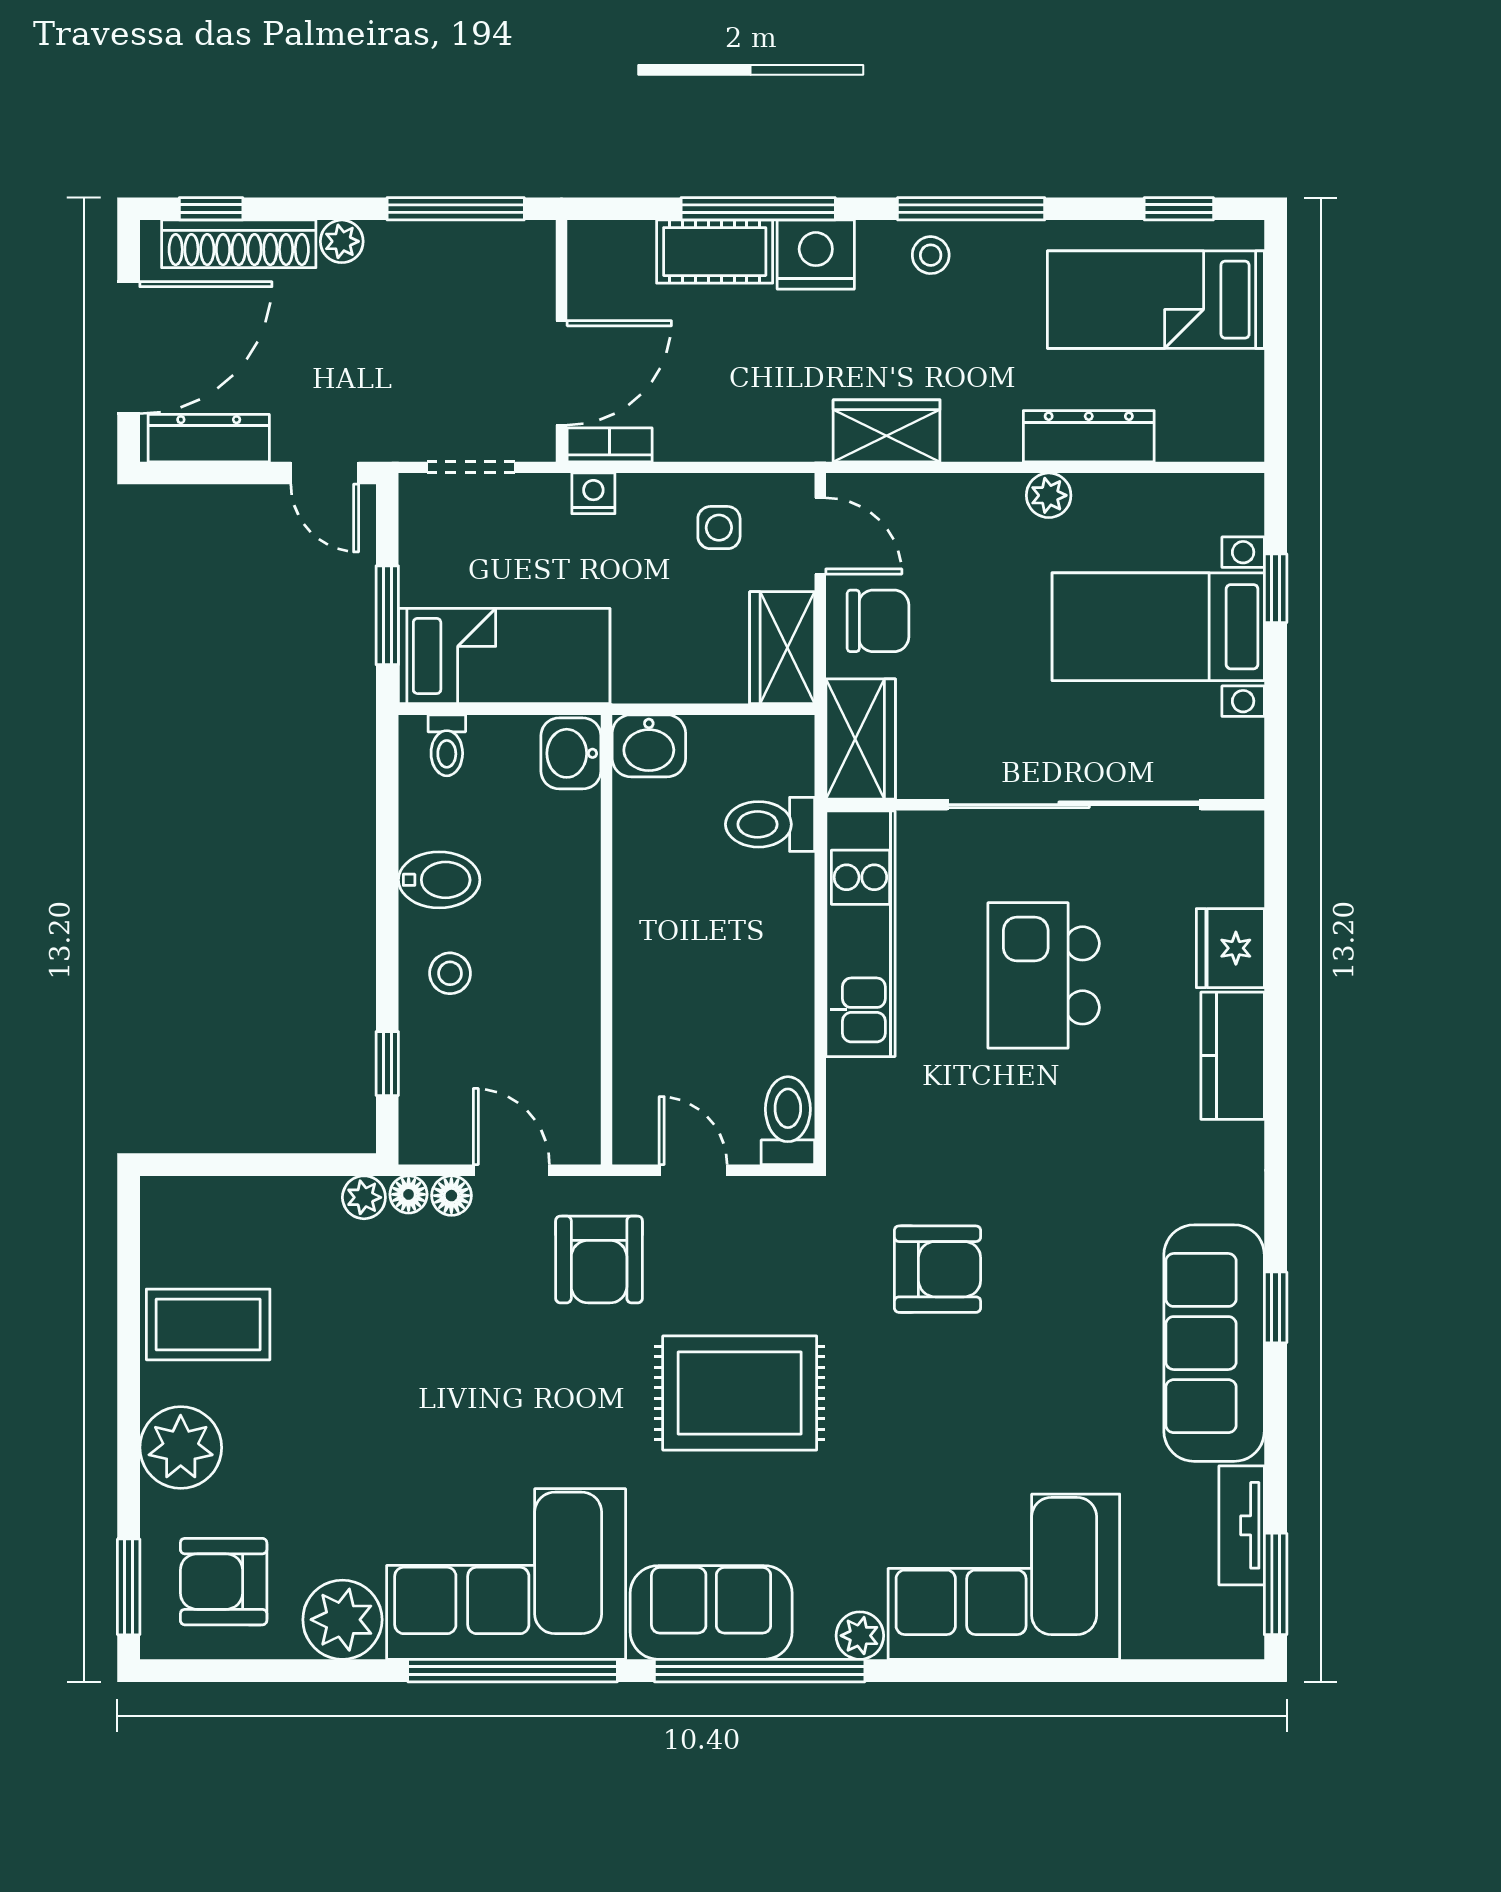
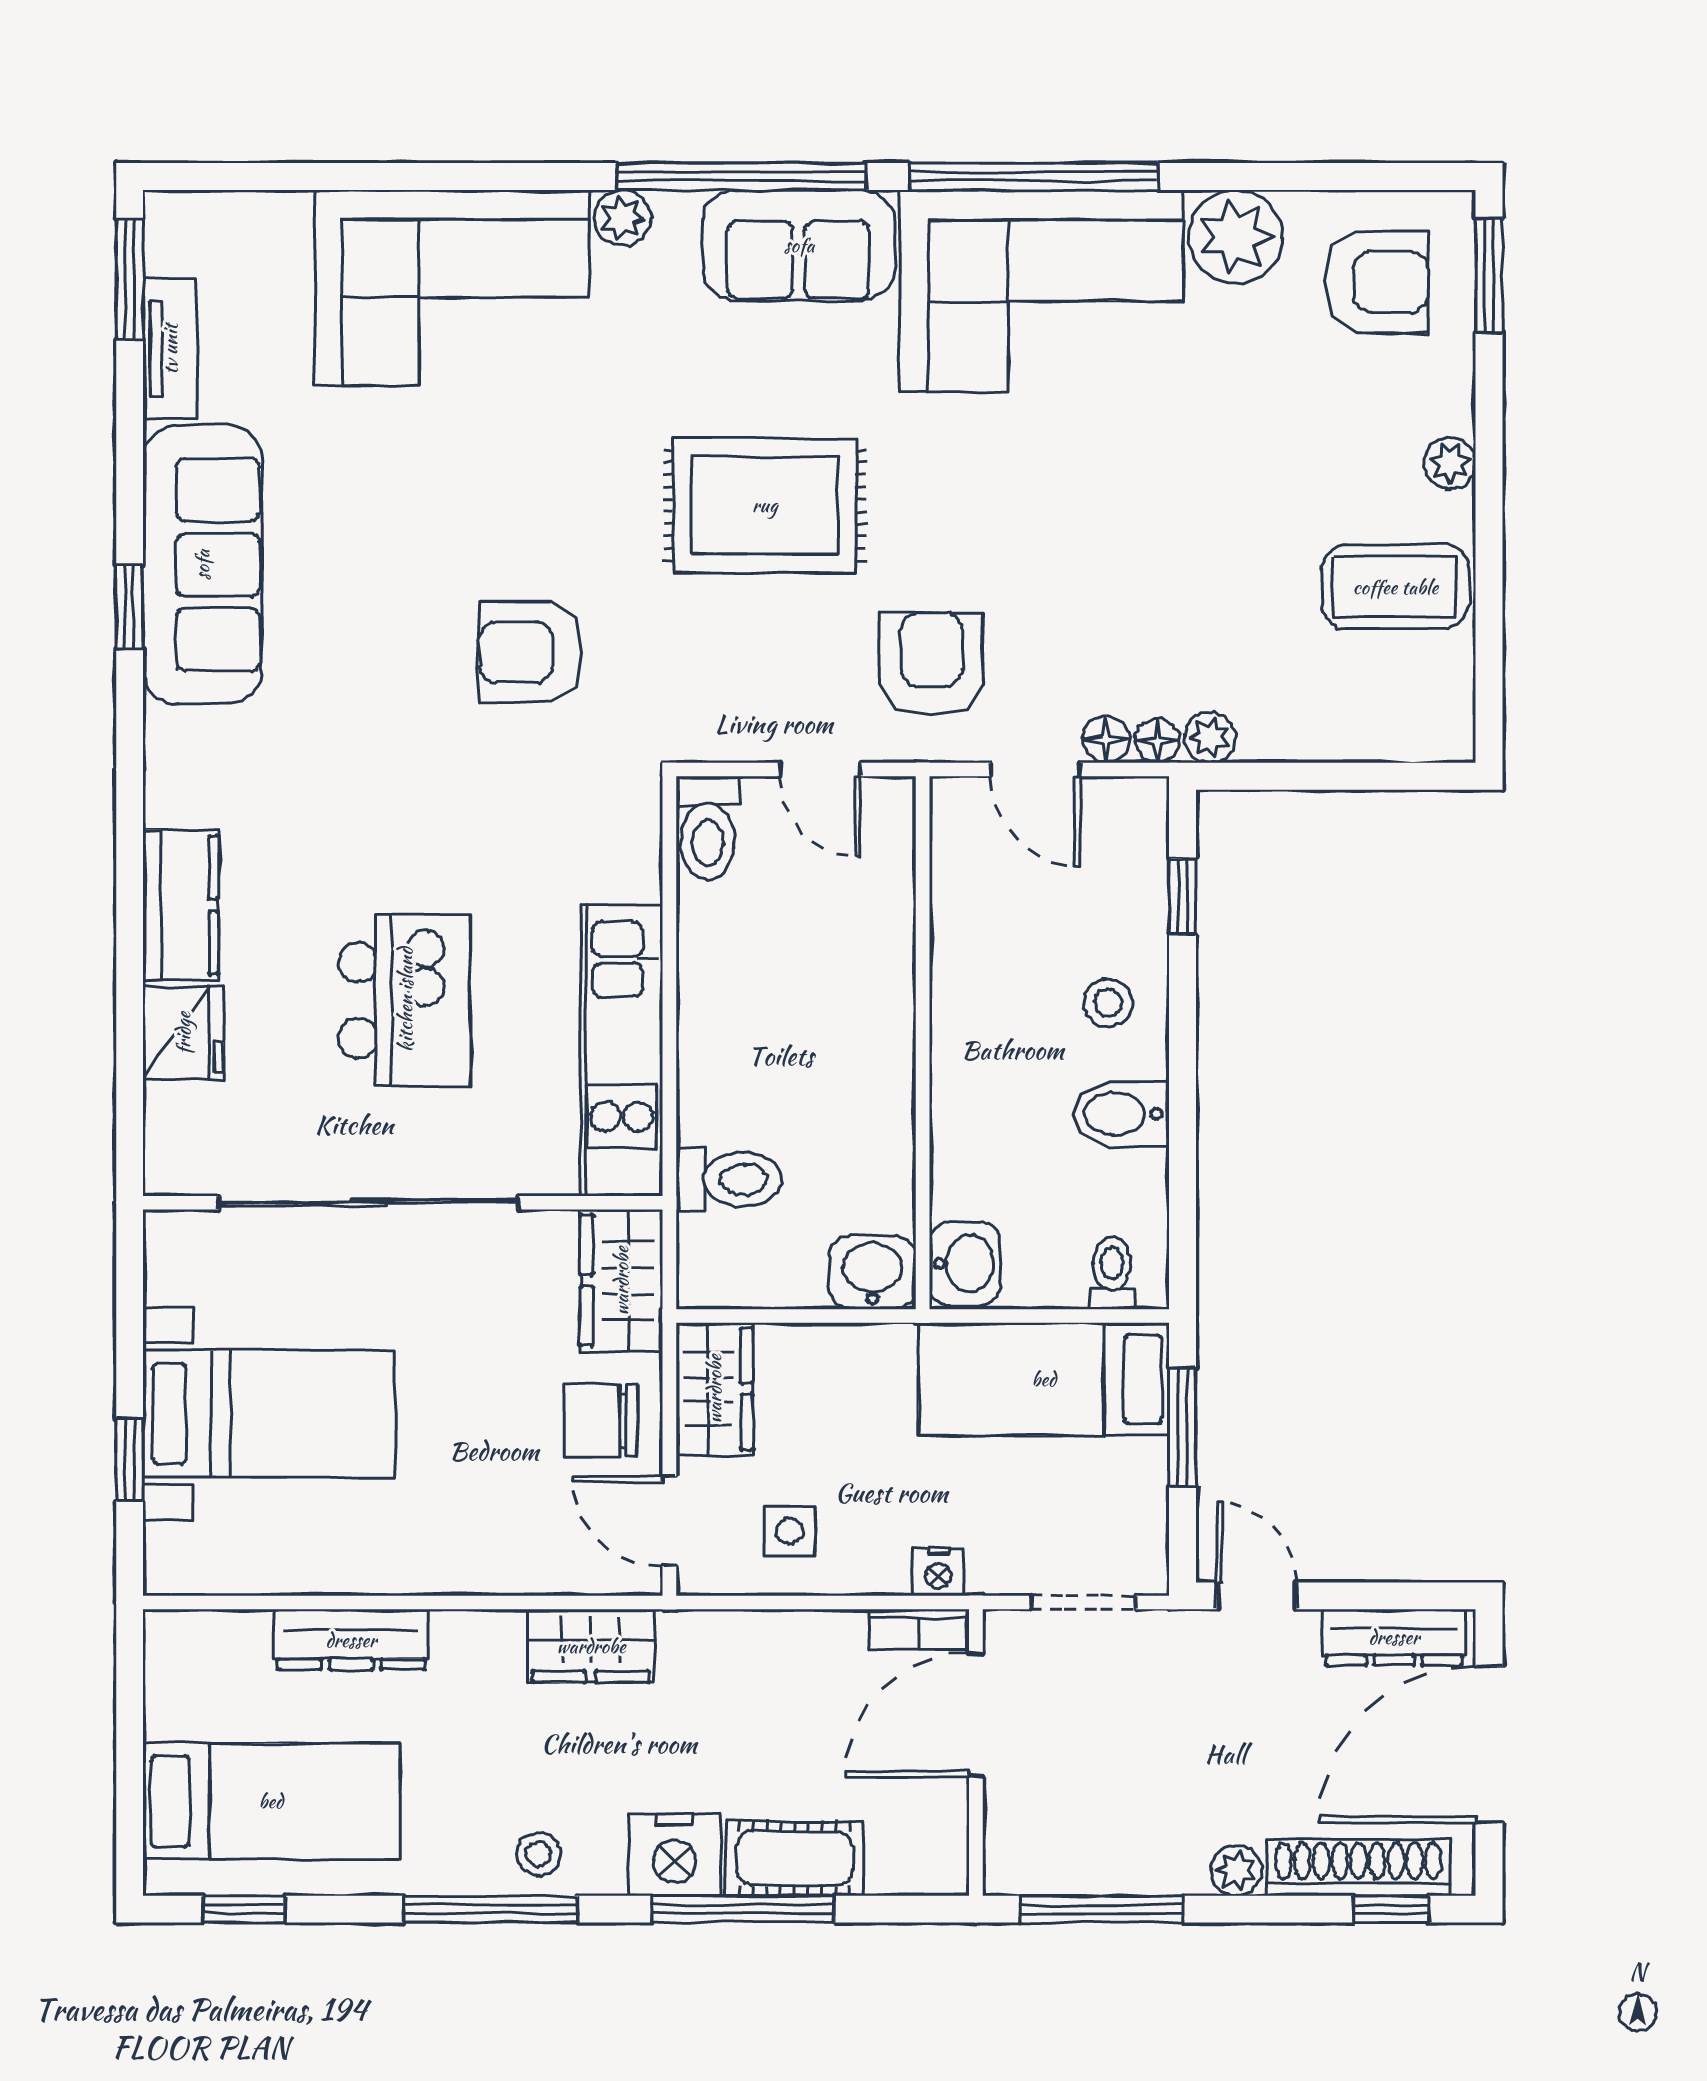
plant: (1049, 495) -> (399, 1569), removed
plant: (181, 1448) -> (1450, 463), width x0.53, depth x0.53

